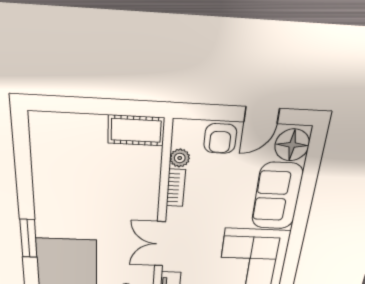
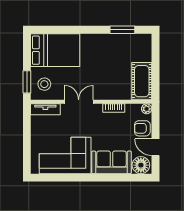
cot: (136, 130) -> (142, 81), width x1.37, depth x1.34
plant: (180, 158) -> (147, 109), moved
window: (28, 238) -> (122, 30), moved

